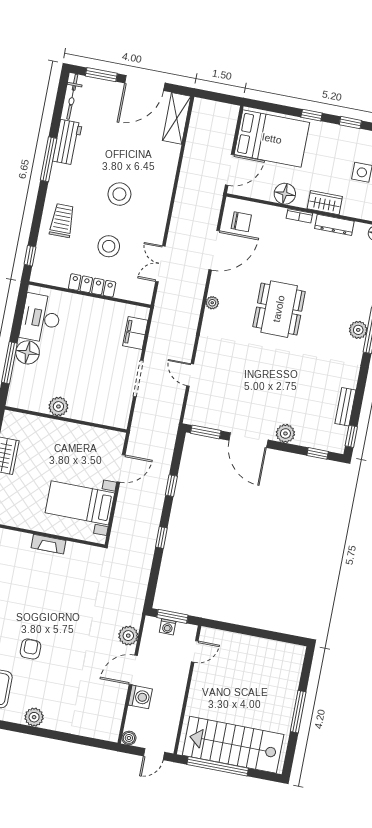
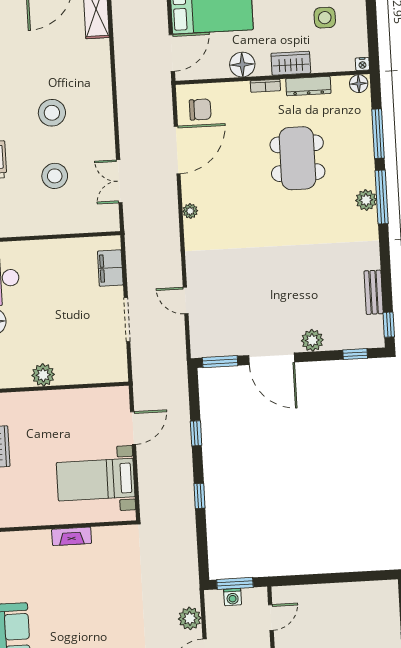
locker: (92, 285) -> (47, 226), removed
dining table: (279, 309) -> (297, 158), moved

